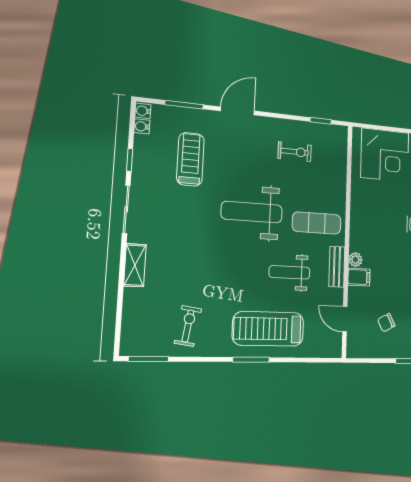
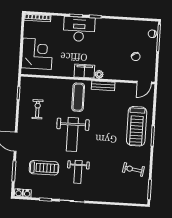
treadmill: (190, 159) -> (44, 168), turned 180
shelving: (135, 265) -> (101, 196), removed
weight bench: (289, 272) -> (78, 172), moved
filing cabinet: (359, 277) -> (84, 71), moved, width x2.00
door: (345, 319) -> (144, 82), moved

